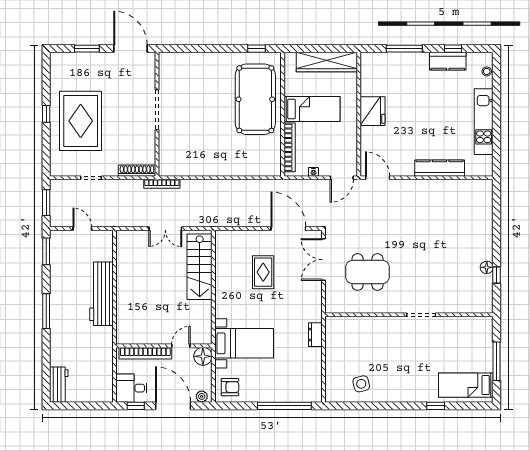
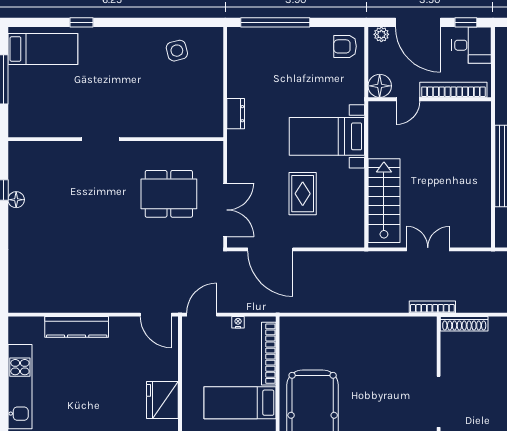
bed with nightstands: (244, 343) -> (327, 136), moved

